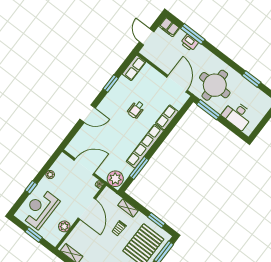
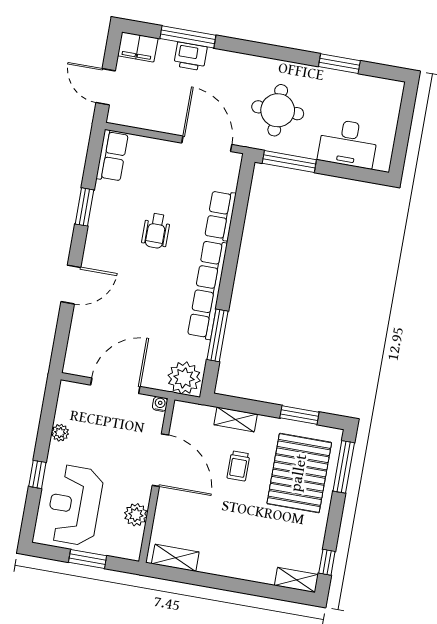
round table: (215, 85) -> (278, 110), width x0.73, depth x0.73

